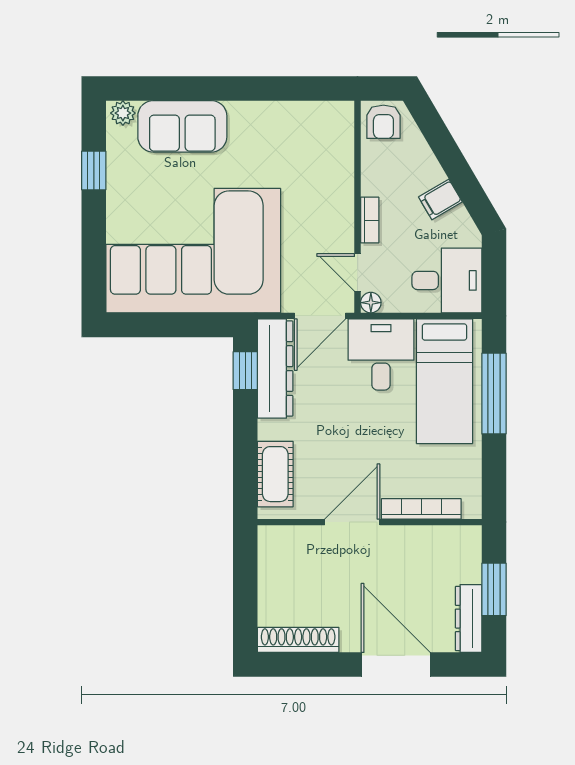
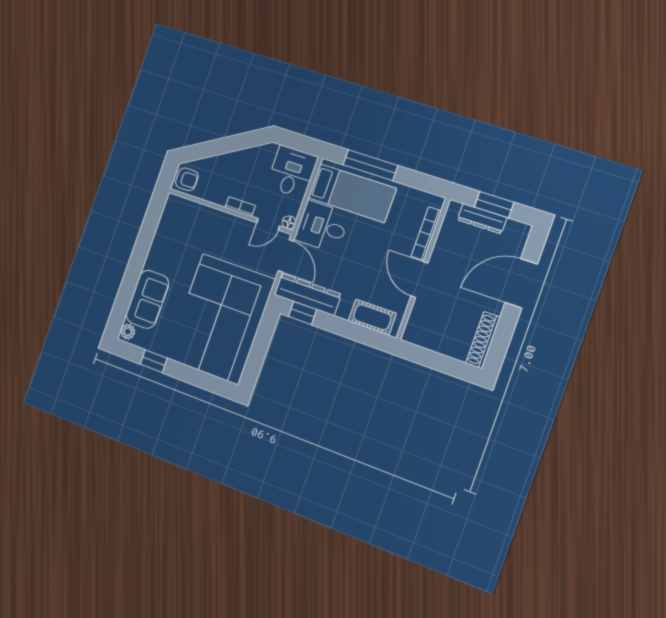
filing cabinet: (440, 199) -> (243, 160), removed
dresser: (469, 619) -> (482, 219), moved

